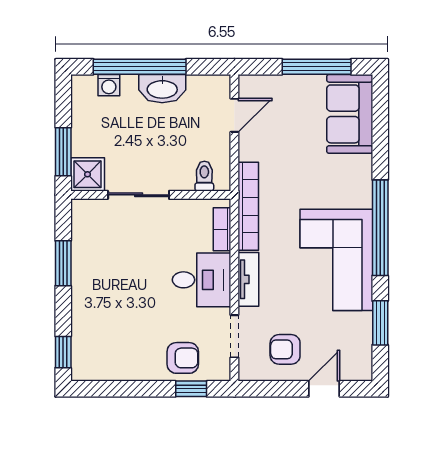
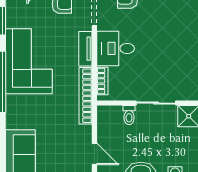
door: (234, 115) -> (94, 154), swing flipped
toilet: (204, 176) -> (129, 115), moved

